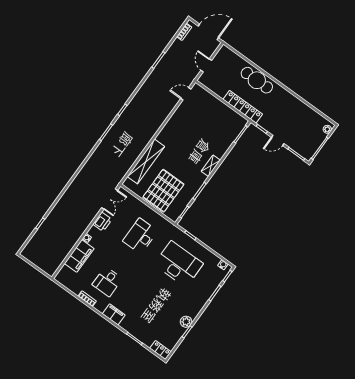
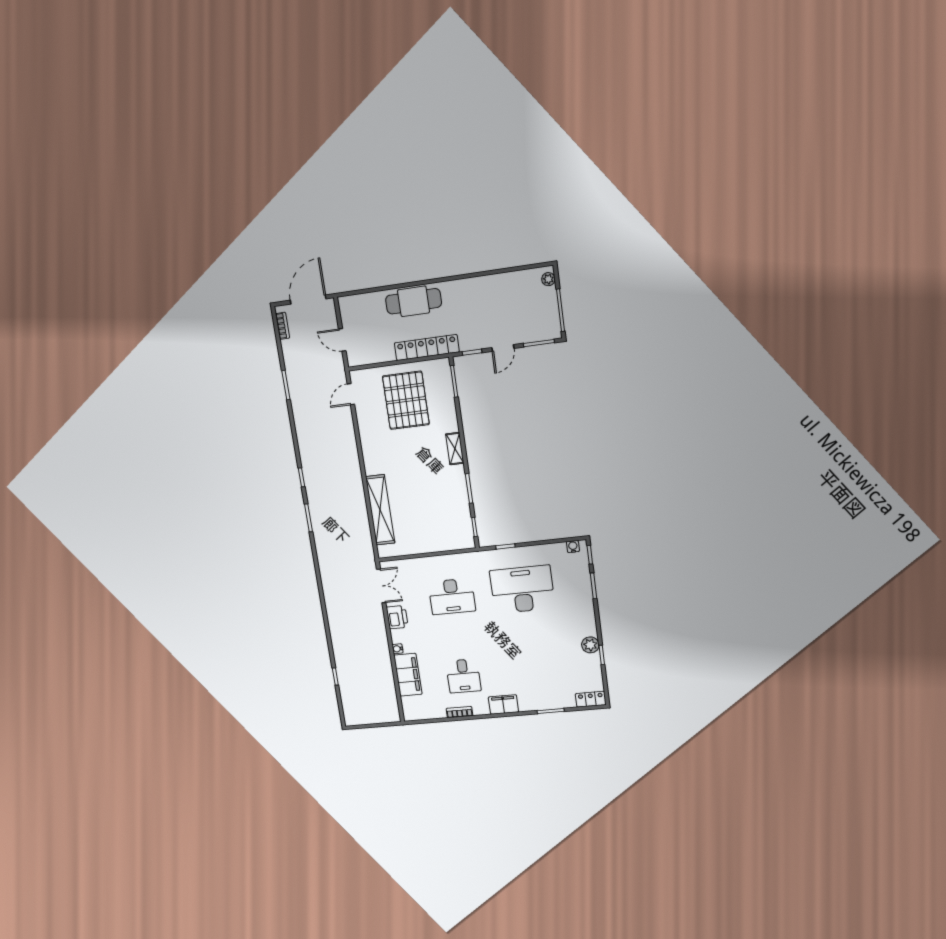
pallet: (163, 191) -> (406, 400), moved
desk: (140, 236) -> (452, 596), turned -90

